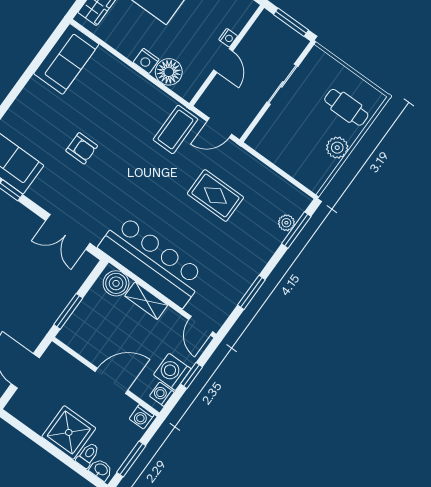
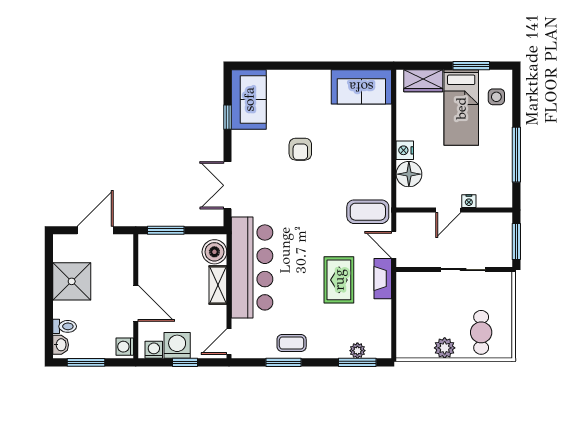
fireplace: (241, 158) -> (383, 279), added
coffee table: (240, 274) -> (292, 343), added
shower: (69, 432) -> (72, 281), moved

